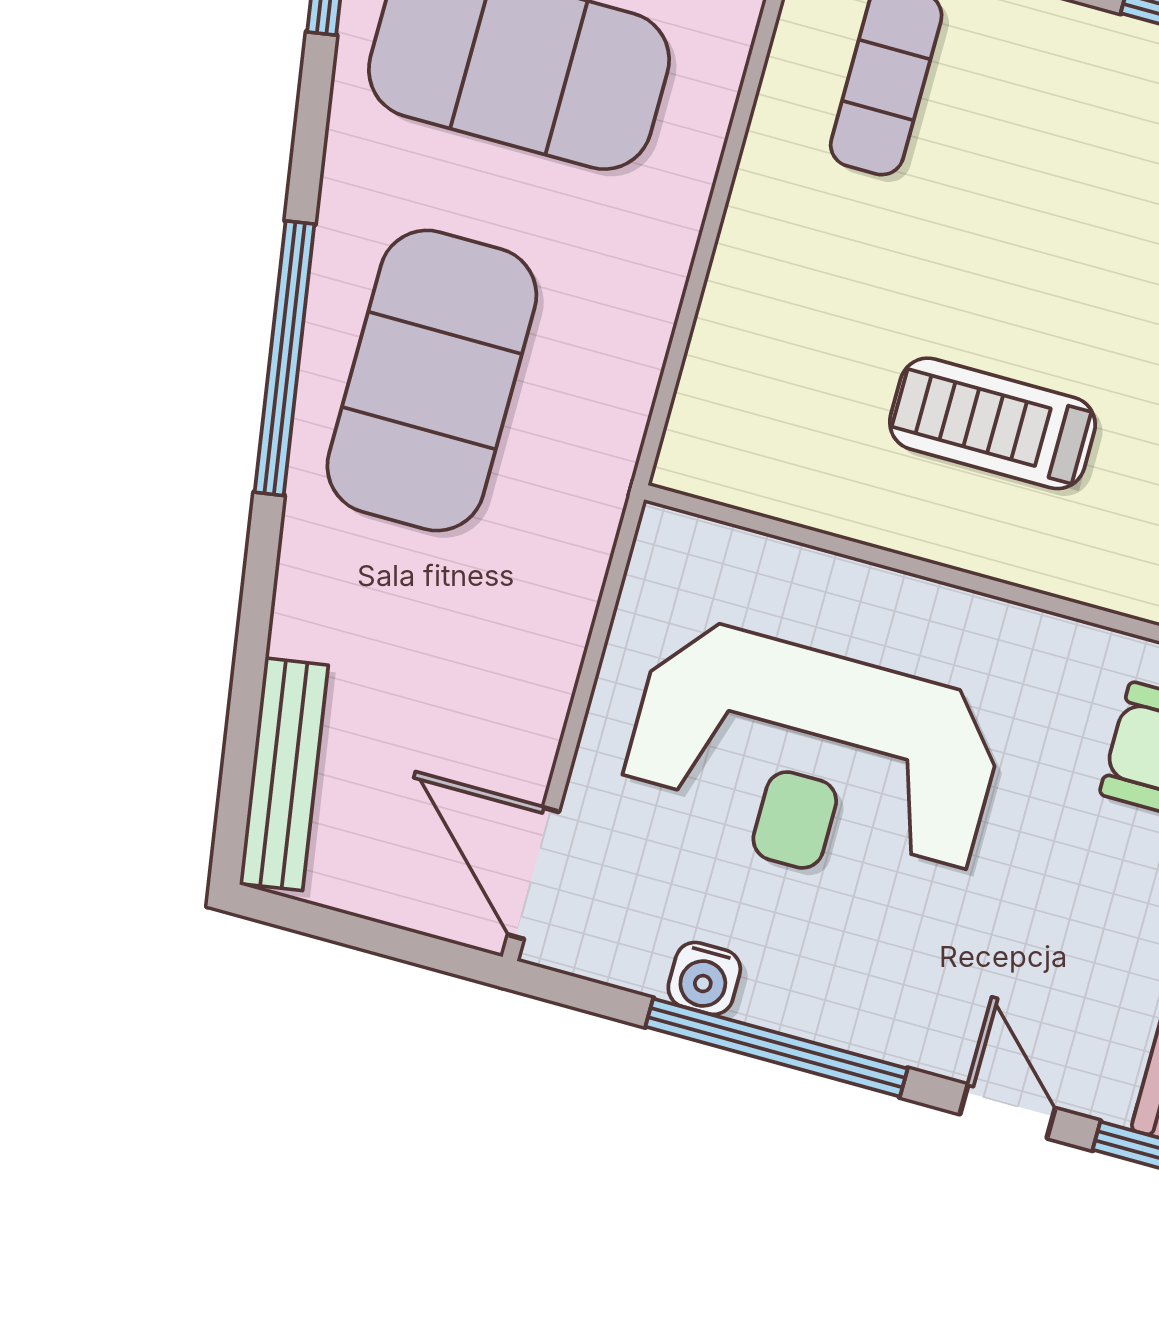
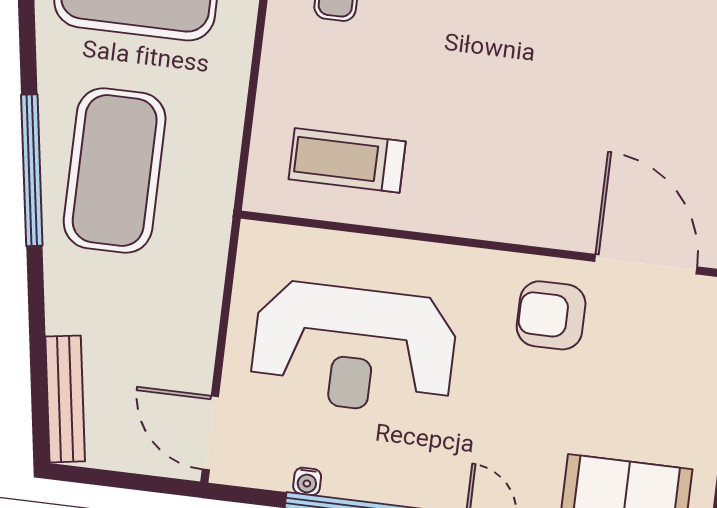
treadmill: (992, 423) -> (347, 160), moved
water cooler: (704, 978) -> (307, 481), width x0.72, depth x0.72

